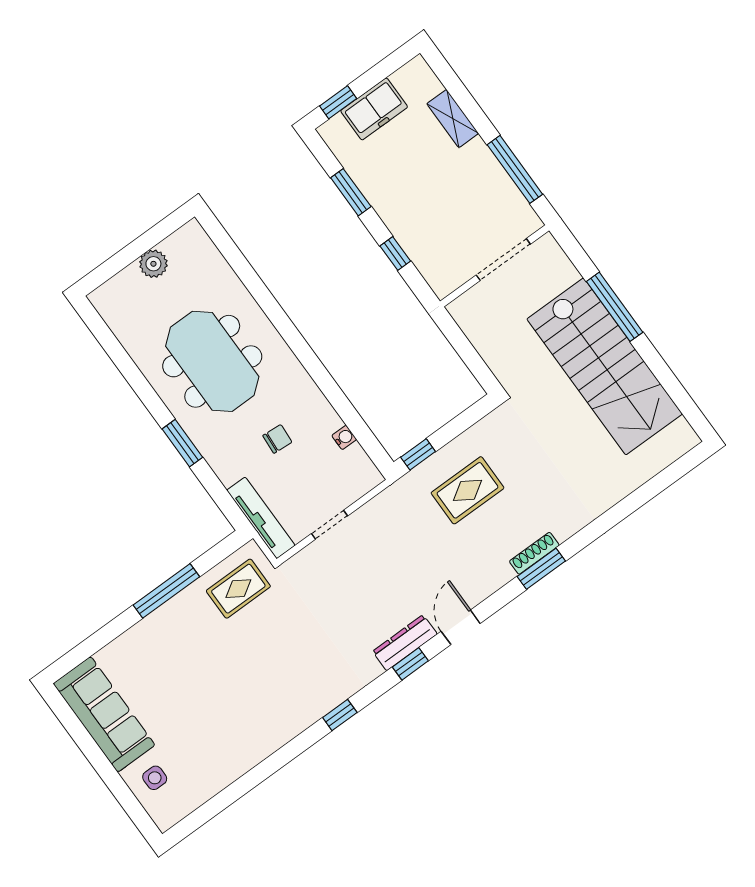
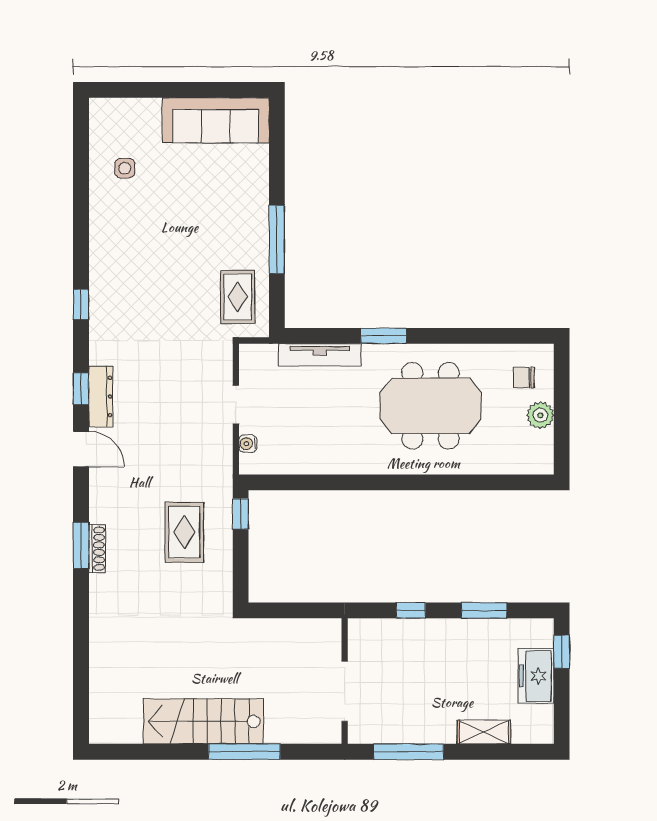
stairs: (605, 366) -> (203, 721), width x0.73, depth x0.66
water cooler: (344, 437) -> (248, 444), moved, turned 90
chair: (277, 439) -> (524, 378), moved, turned 86
tv unit: (261, 518) -> (320, 355), moved
side table: (155, 778) -> (125, 168), moved

